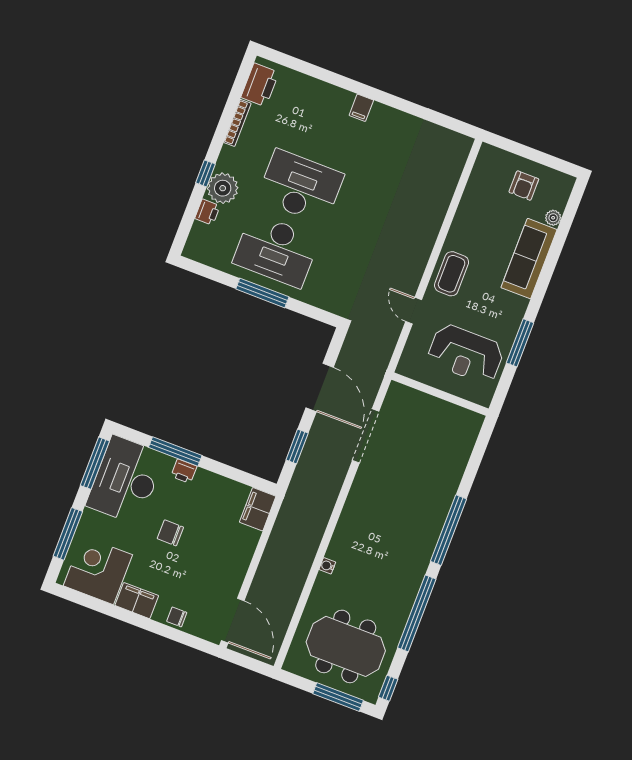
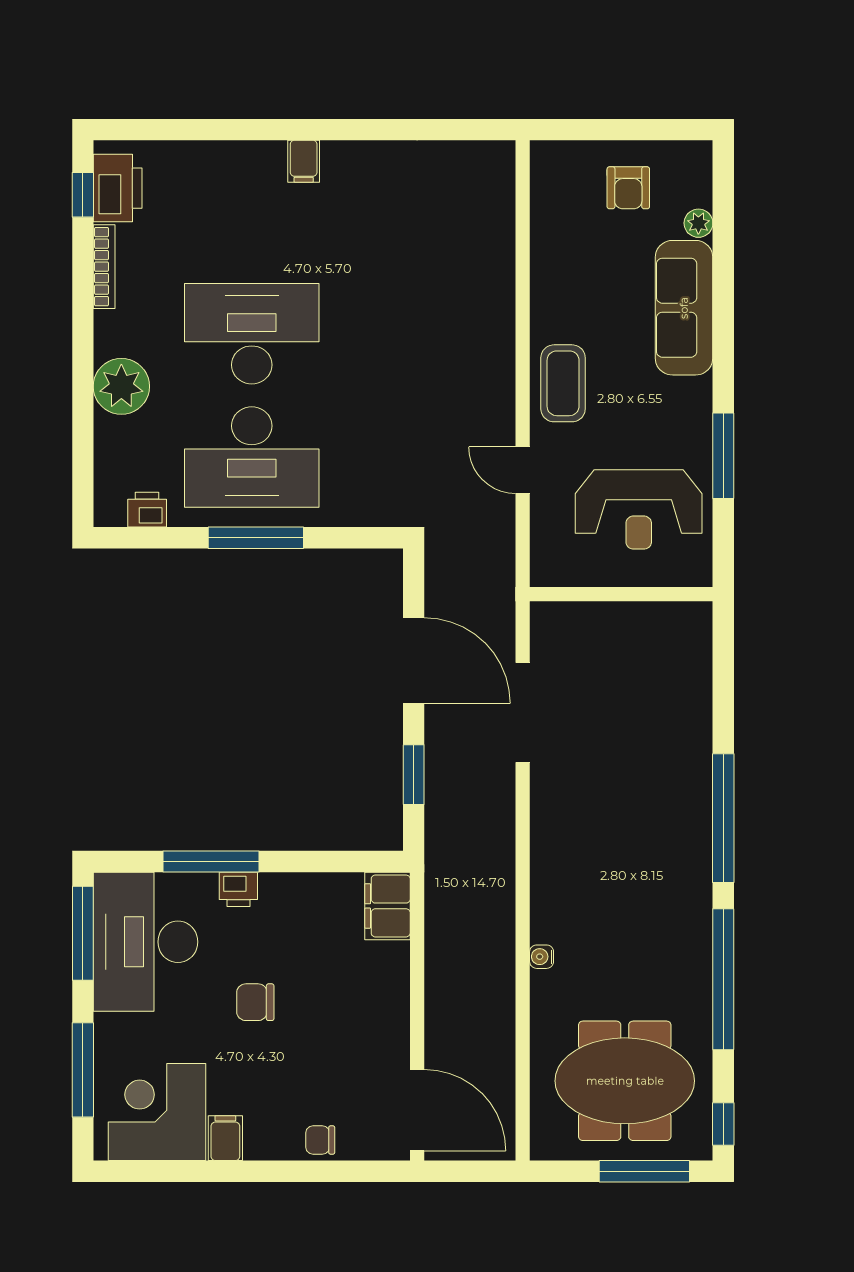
window: (205, 173) -> (83, 195), moved
printer: (207, 212) -> (147, 510), moved, turned -90
filing cabinet: (137, 601) -> (225, 1138), width x0.50

